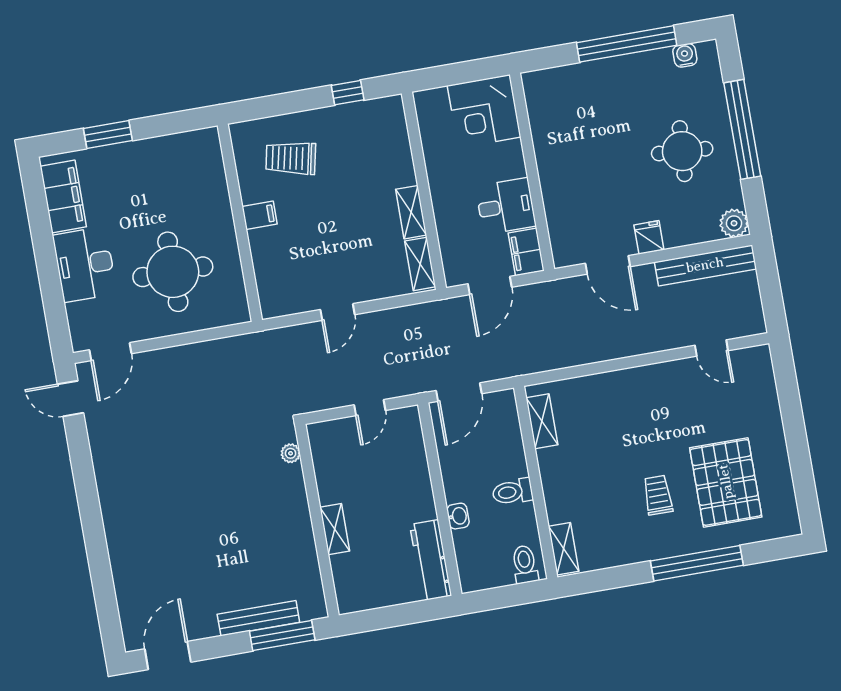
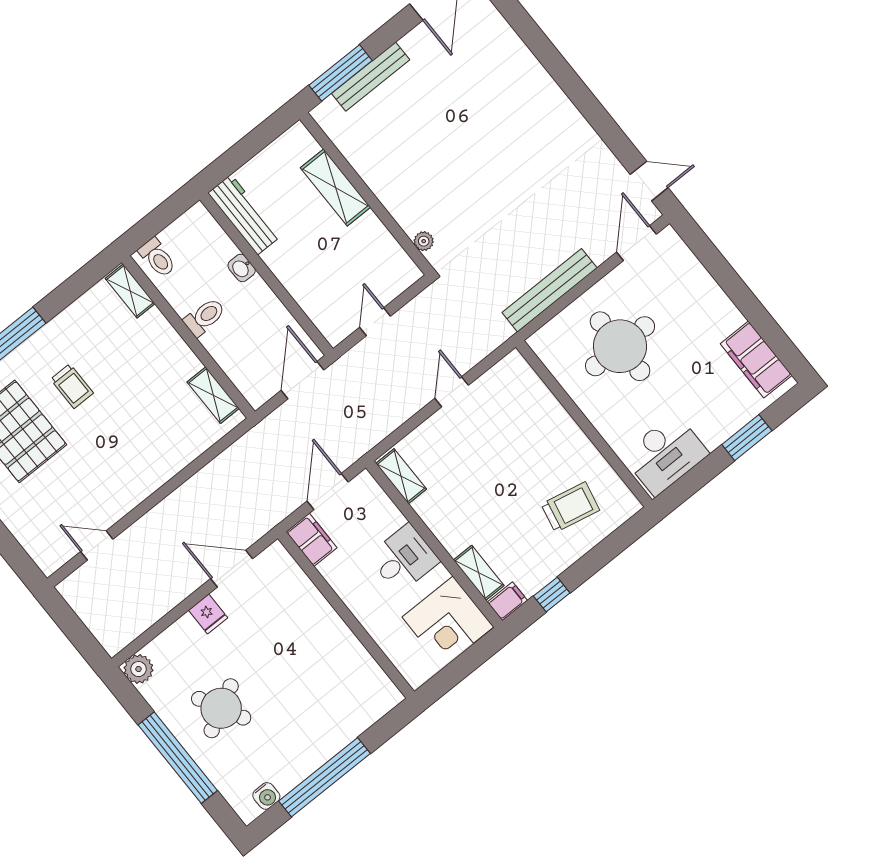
corner desk: (484, 111) -> (448, 622), moved, turned 180
round table: (682, 151) -> (221, 708), turned -32
desk: (506, 206) -> (404, 559), moved, turned 180
shelving: (411, 212) -> (479, 573), moved
filing cabinet: (260, 215) -> (507, 601), moved, turned 180
desk: (85, 264) -> (665, 454), moved, turned 90
bench: (705, 265) -> (550, 290), moved
shelving: (335, 529) -> (335, 187), width x1.50, depth x1.33

